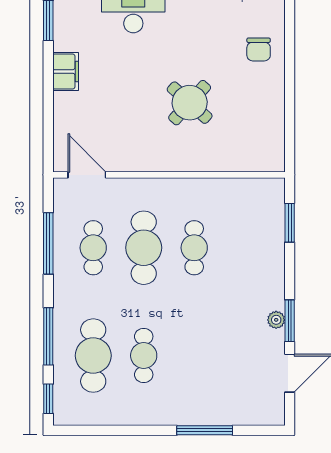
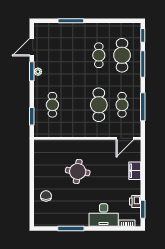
printer: (65, 37) -> (135, 201), added
filing cabinet: (66, 71) -> (135, 171), moved
round table: (190, 103) -> (78, 171), turned -34
door: (87, 175) -> (125, 138), hinge flipped
cafe table: (194, 248) -> (52, 105), moved

